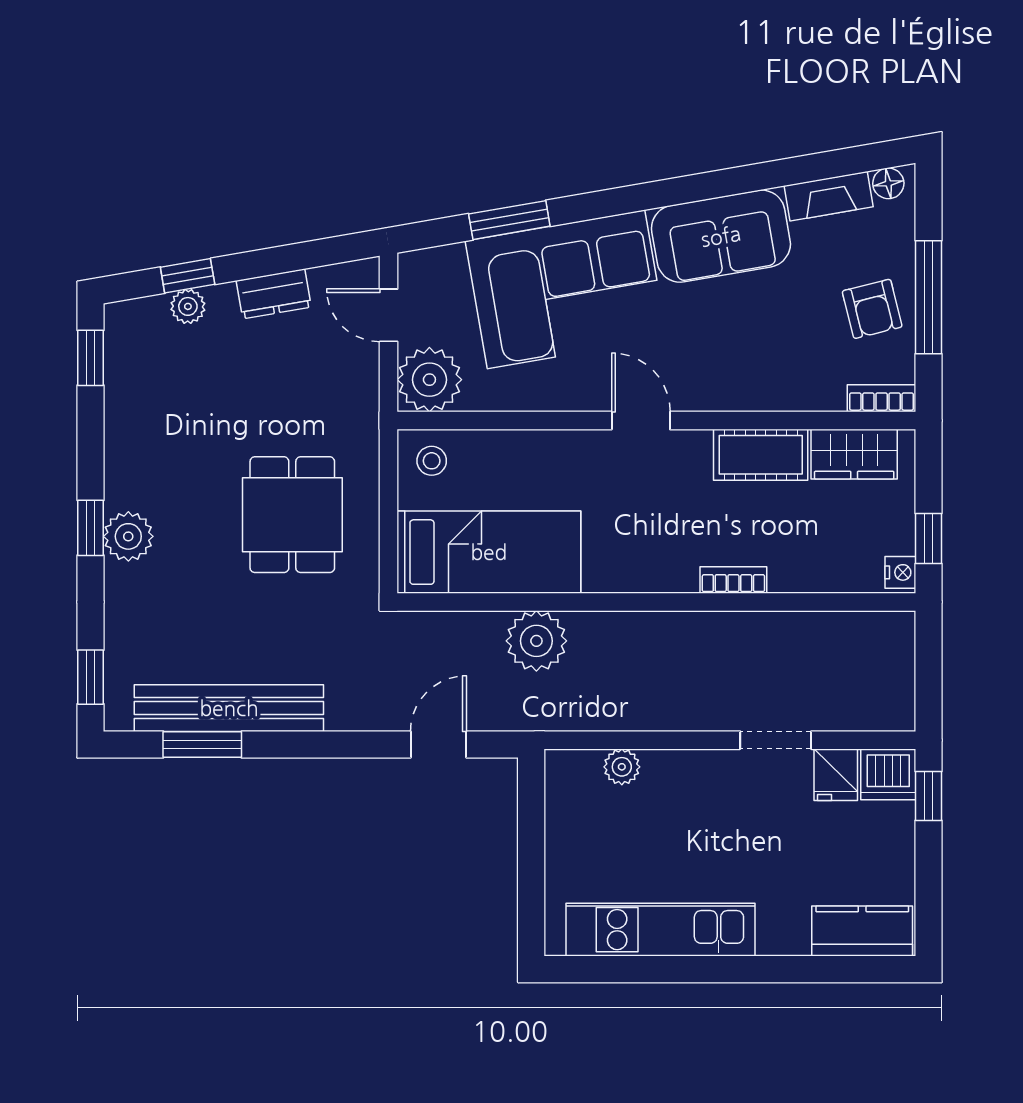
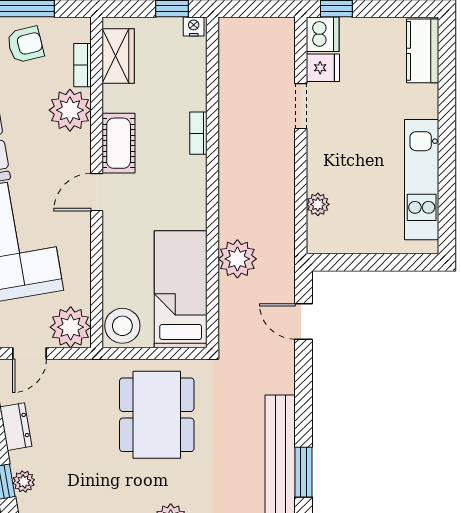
plant: (769, 379) -> (70, 110), added
bookcase: (882, 398) -> (82, 65), moved
cot: (761, 455) -> (119, 143), moved
stool: (432, 461) -> (122, 326), width x1.89, depth x1.89
dining table: (292, 515) -> (157, 415), width x1.38

